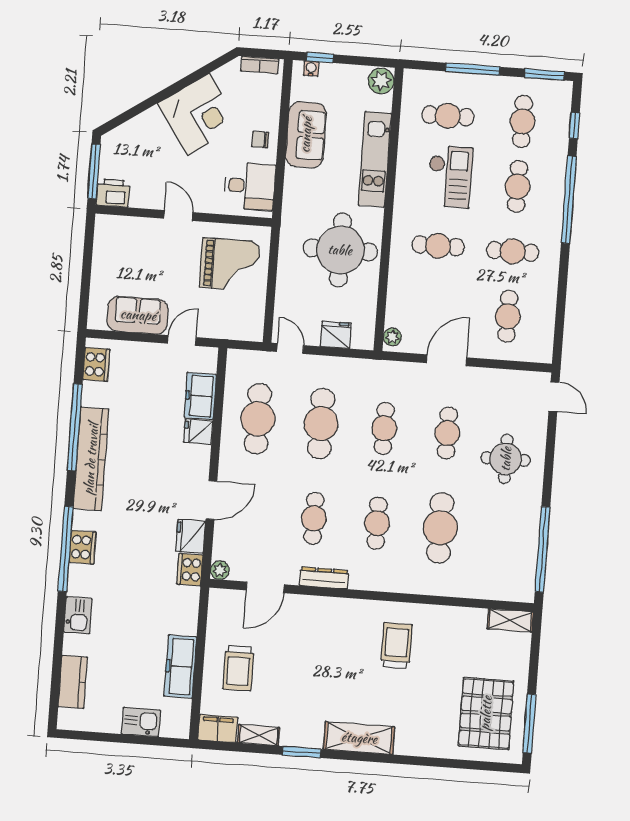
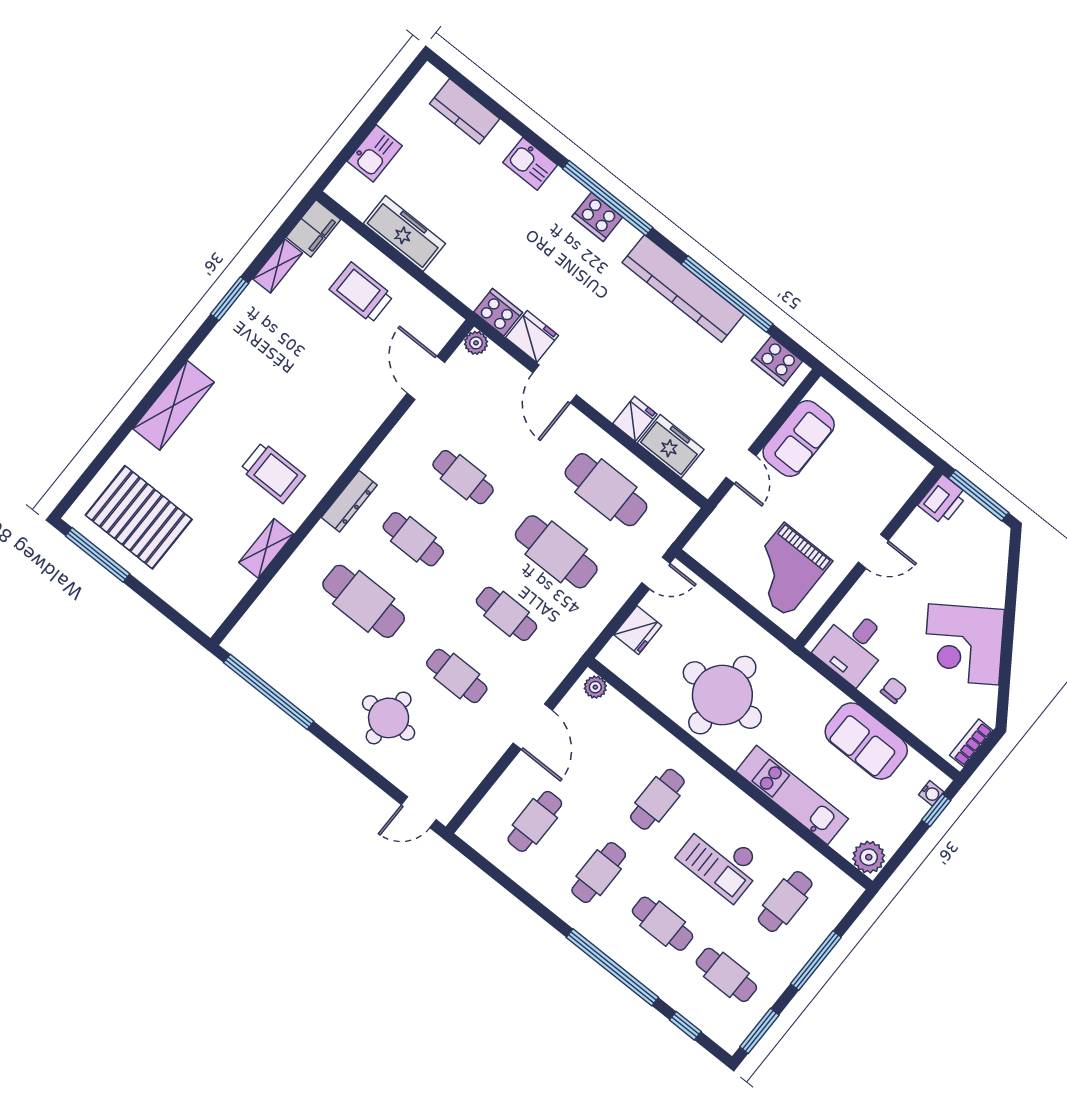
cafe table: (508, 316) -> (535, 821), turned 90
dresser: (324, 578) -> (349, 501), moved
shelving: (510, 620) -> (266, 548), moved
shelving: (359, 738) -> (174, 405), moved

